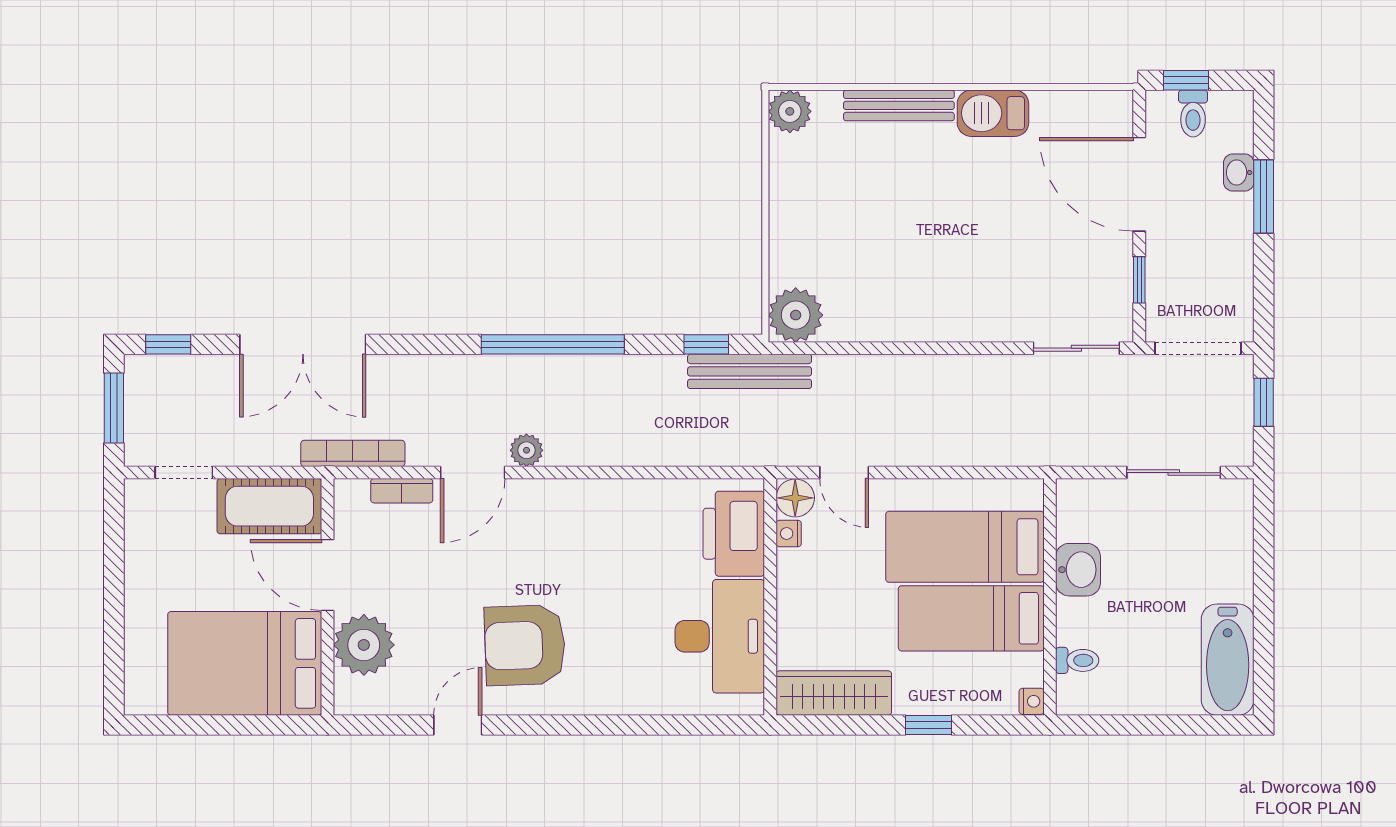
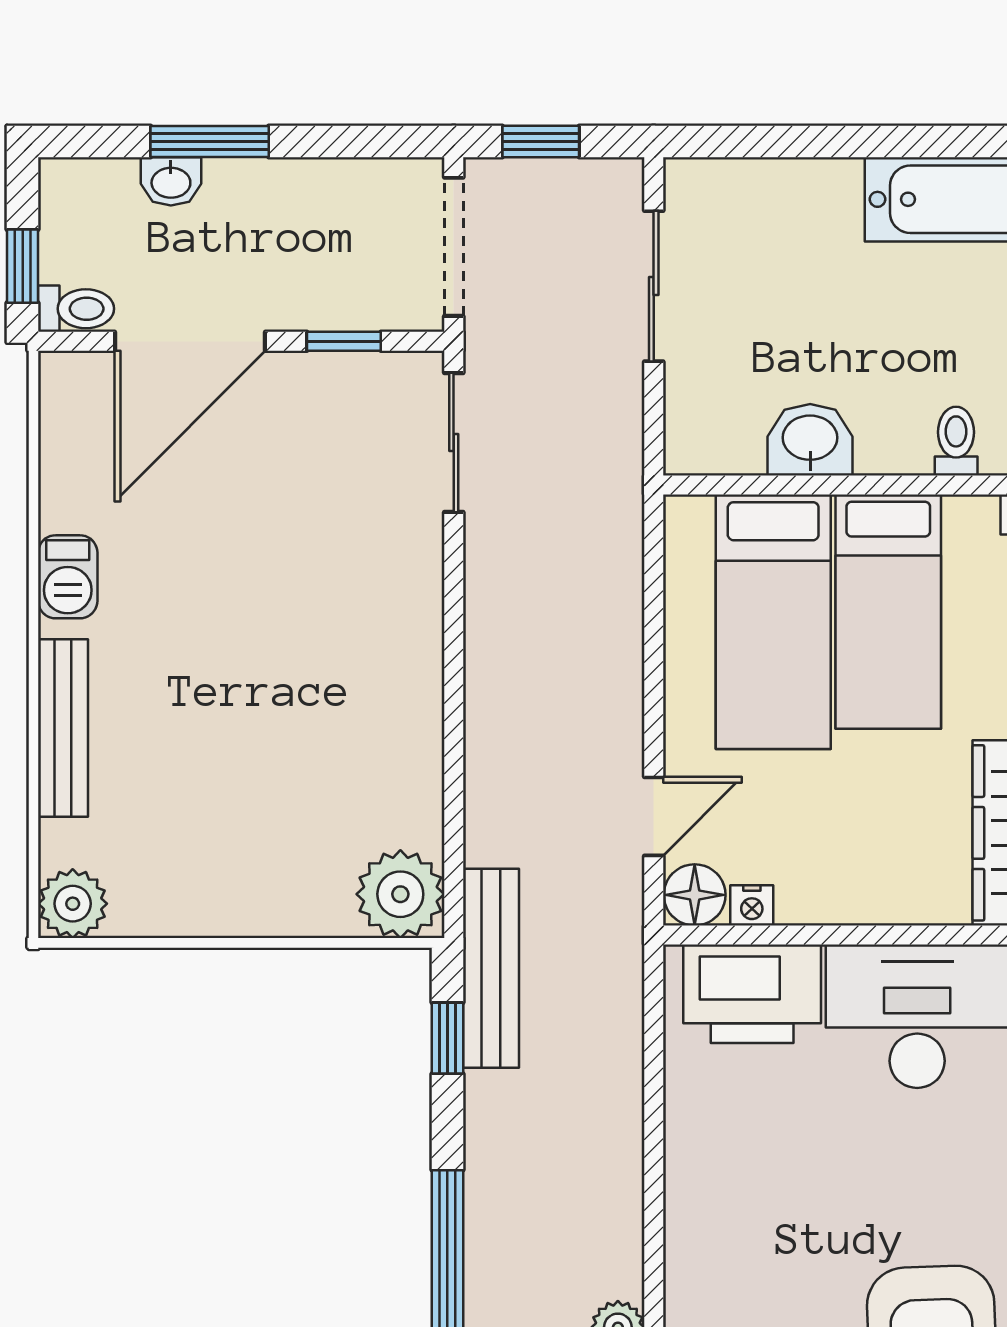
barbecue: (993, 113) -> (68, 577), width x0.73, depth x0.79
toilet: (1193, 113) -> (76, 309), moved

